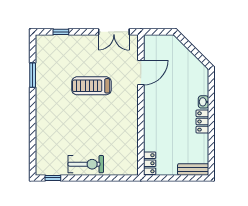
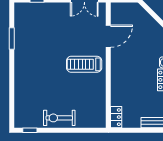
treadmill: (92, 86) -> (84, 64), moved
exercise bike: (86, 164) -> (59, 118), turned 180

